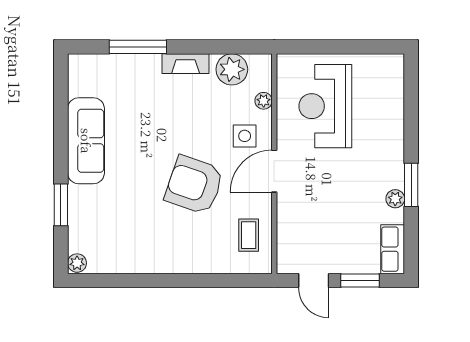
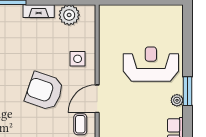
plant: (264, 101) -> (90, 36), removed
reception desk: (325, 106) -> (151, 64), moved, turned 90
door: (274, 171) -> (97, 99), moved

